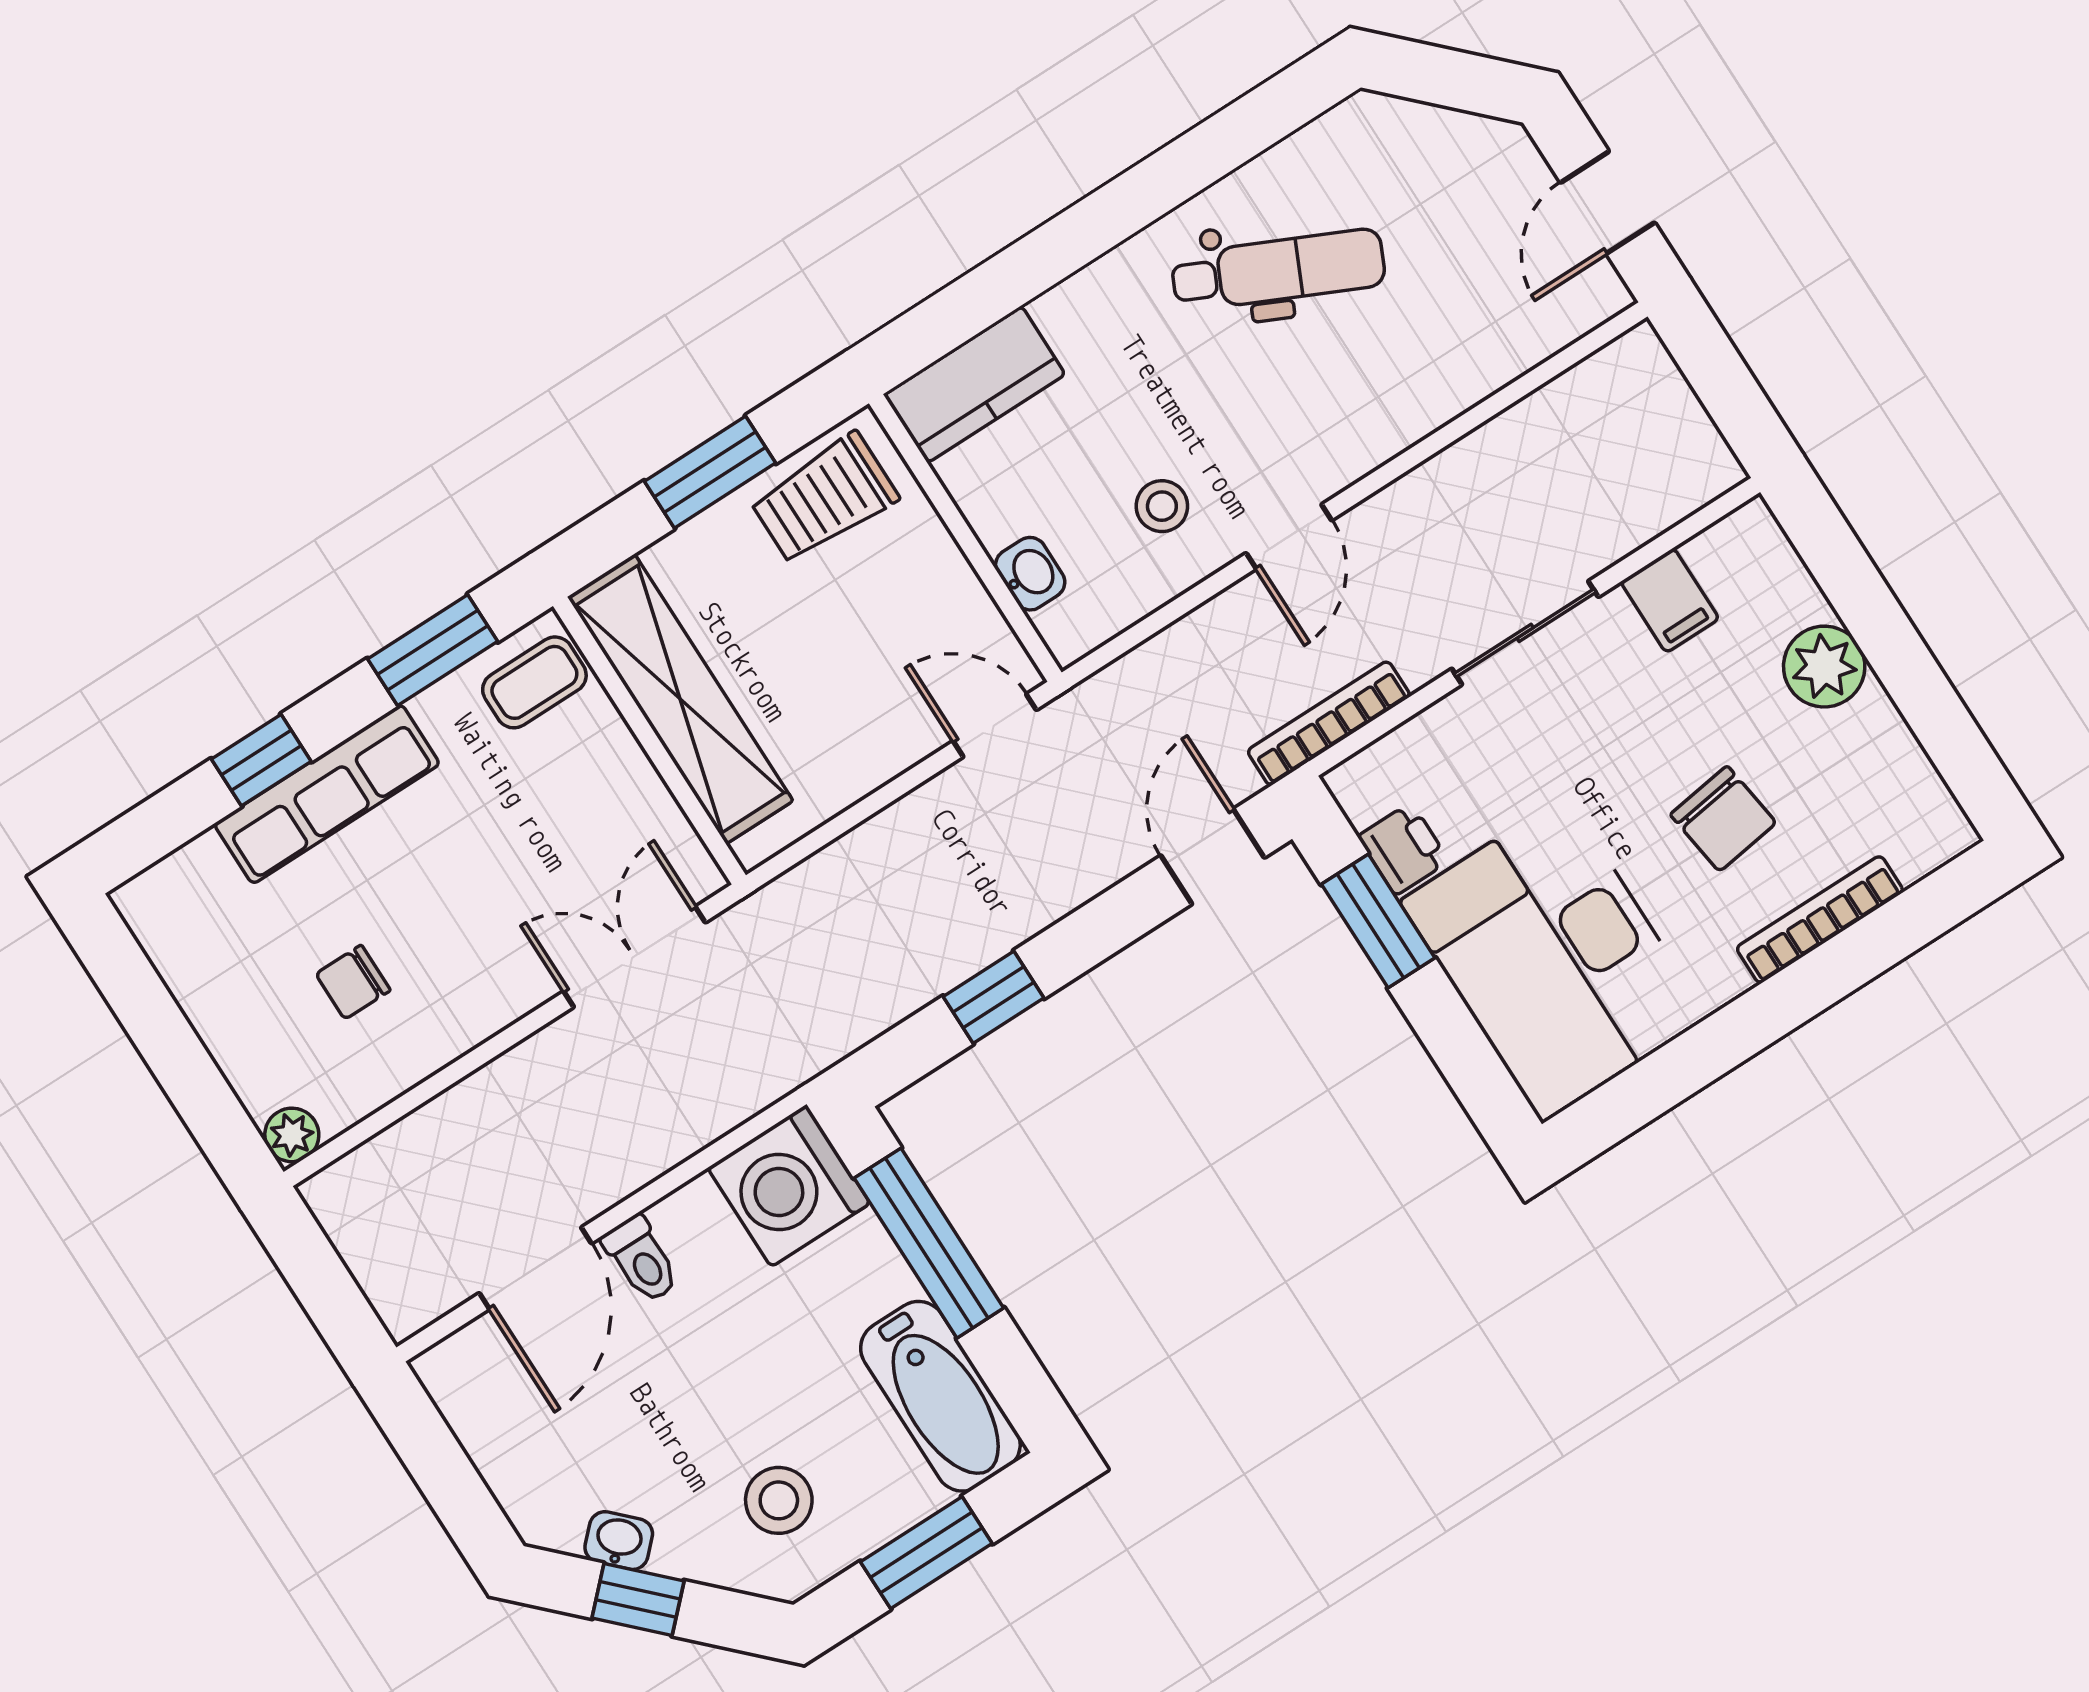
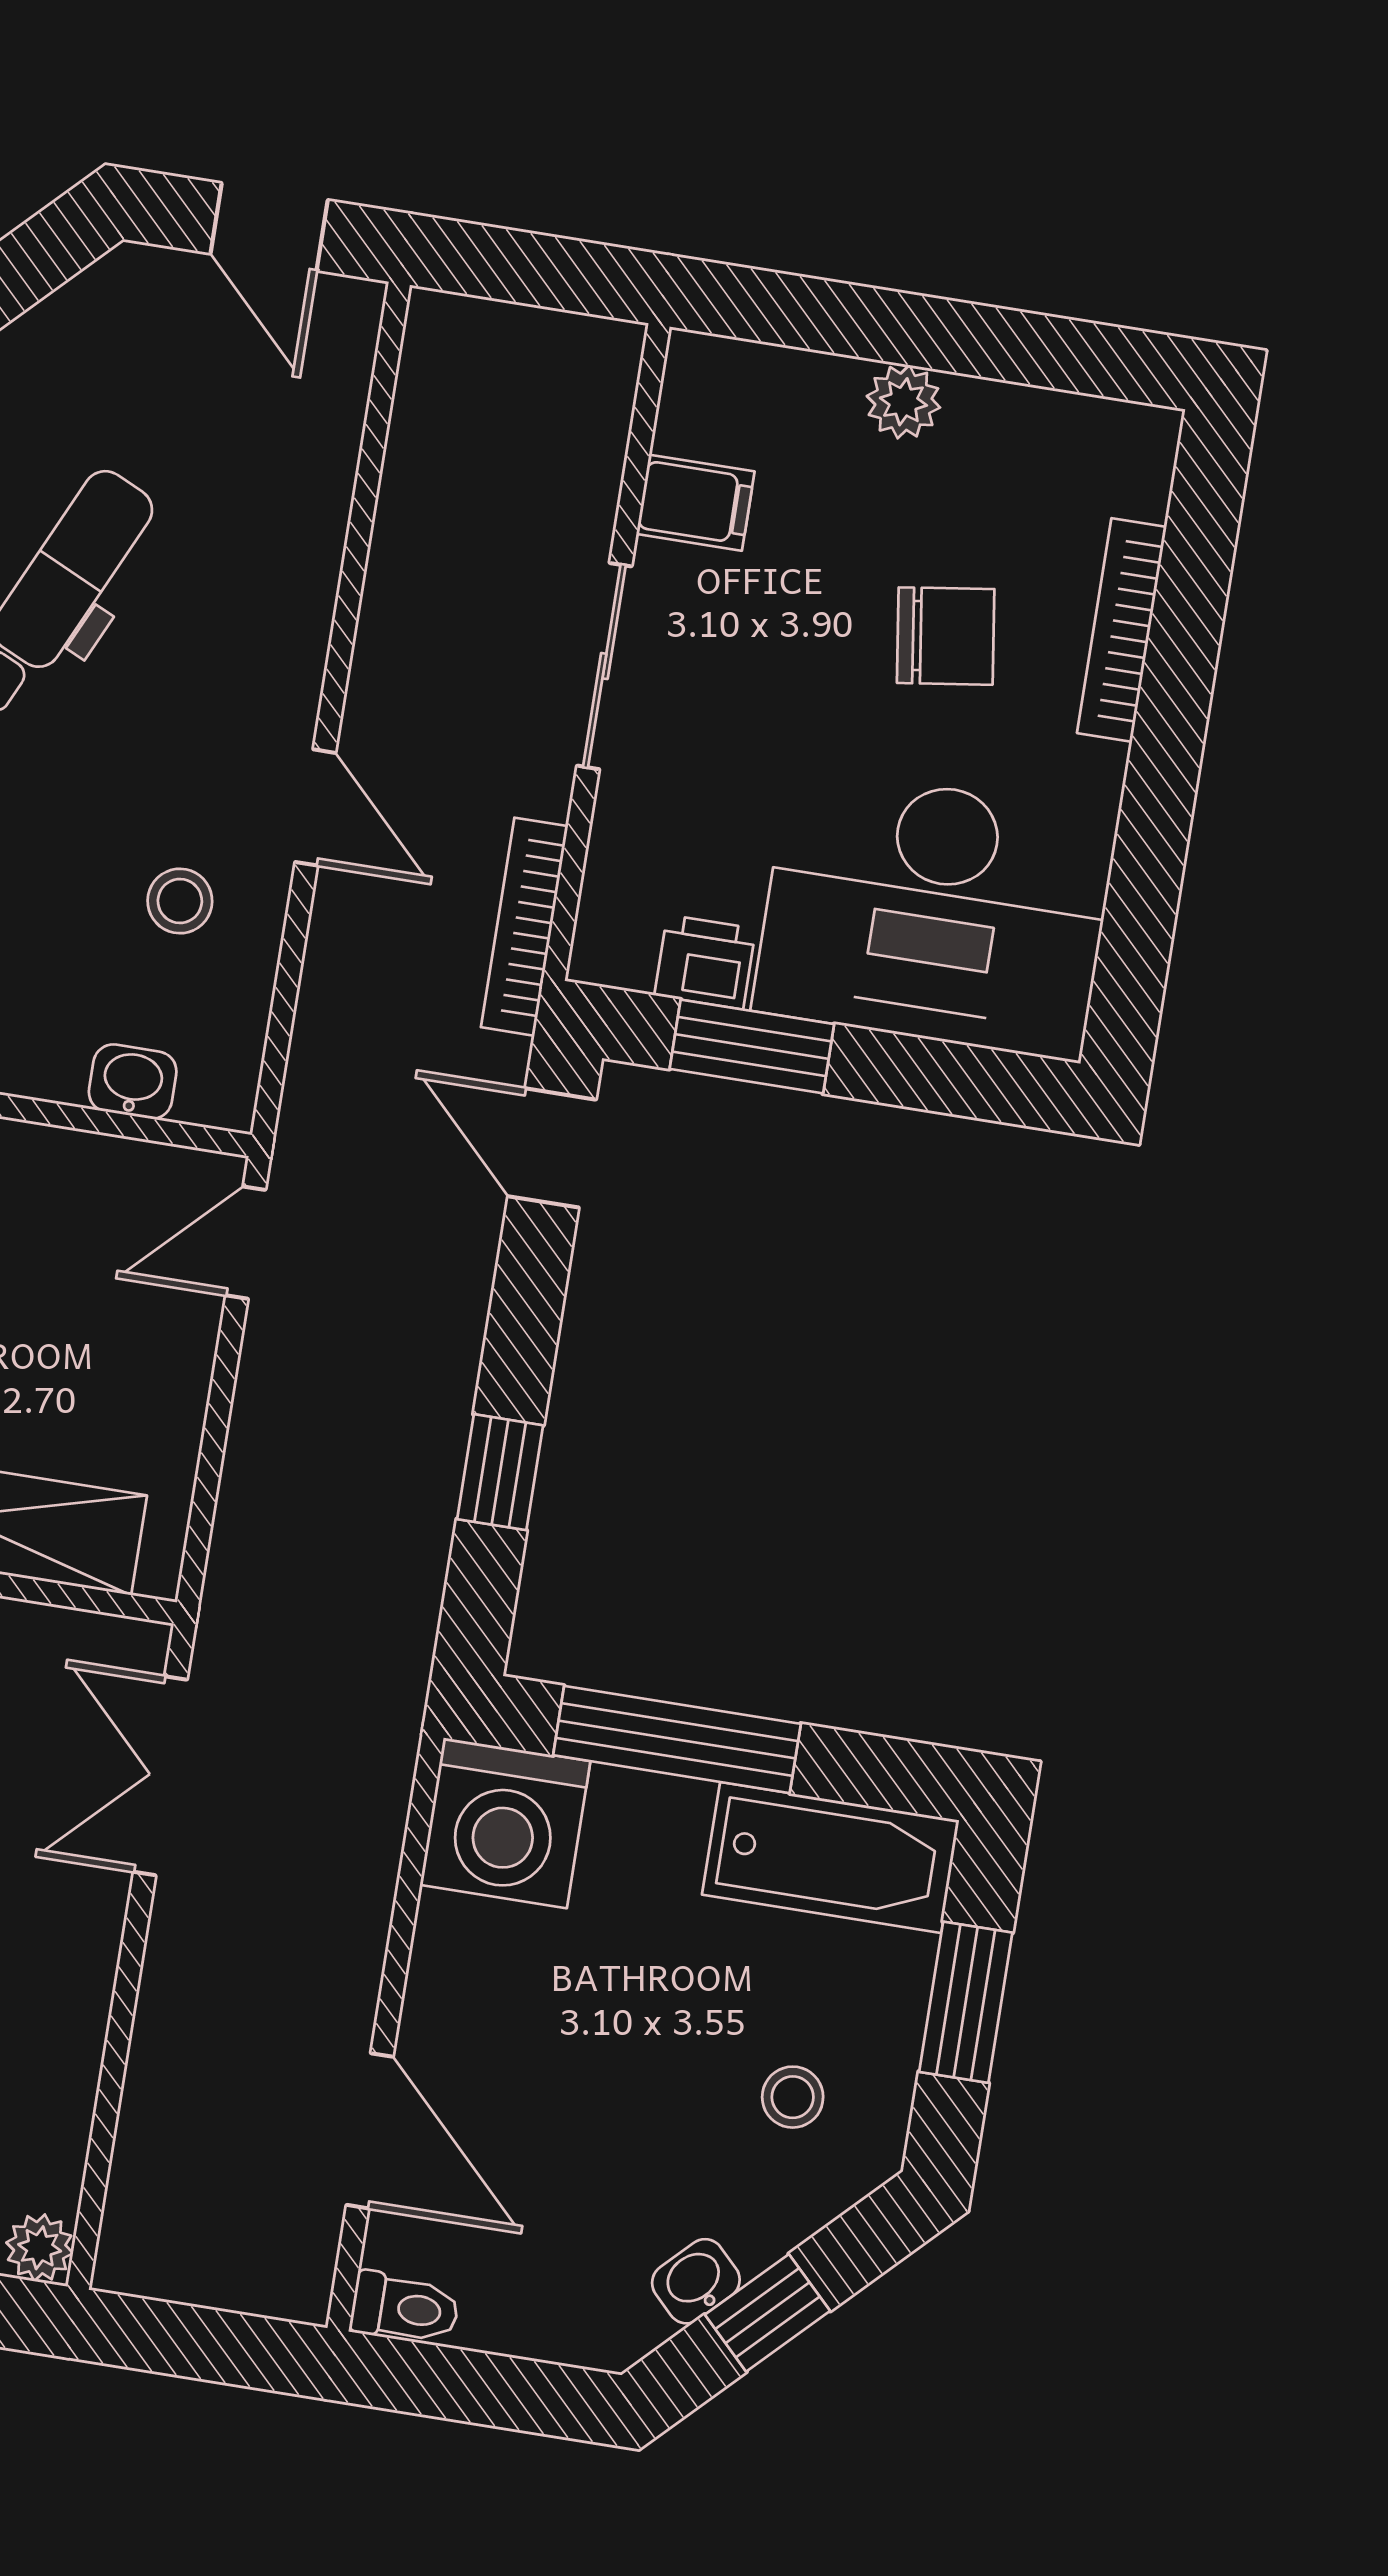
plant: (1824, 667) -> (903, 402), width x0.73, depth x0.73
toilet: (641, 1259) -> (405, 2308), moved
stool: (779, 1500) -> (793, 2097), width x0.73, depth x0.73

